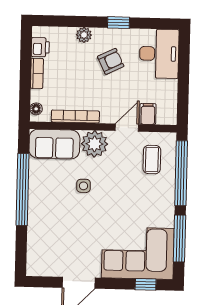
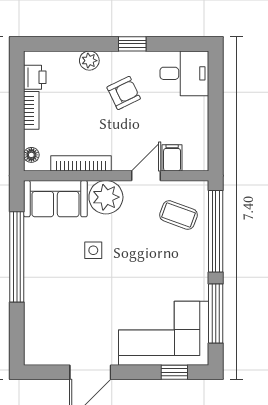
desk: (159, 54) -> (184, 73), width x0.73
coffee table: (152, 159) -> (179, 215), turned -70

